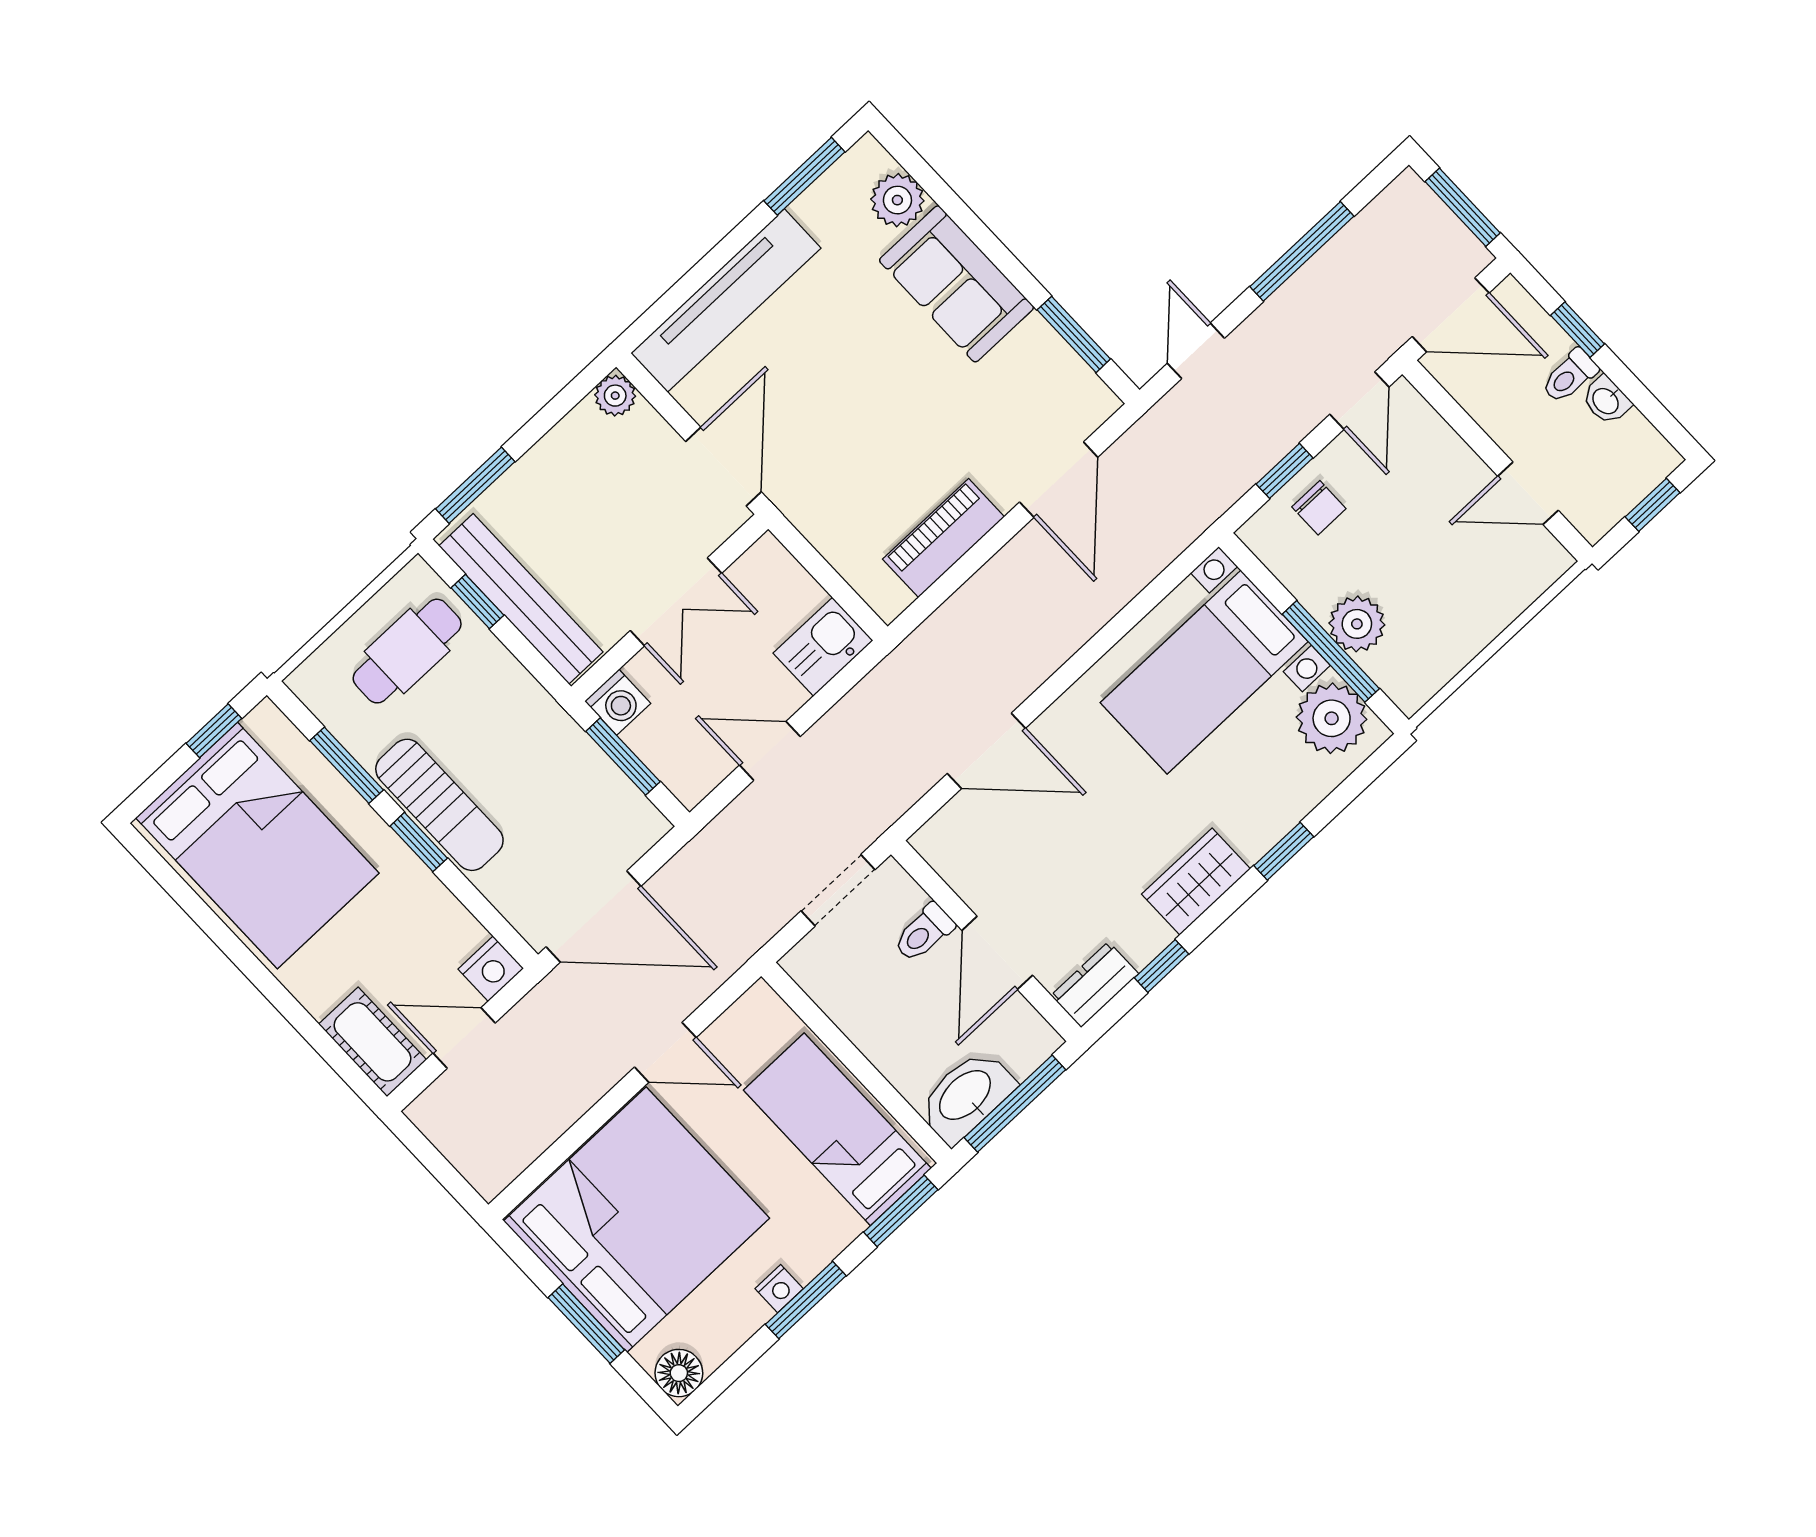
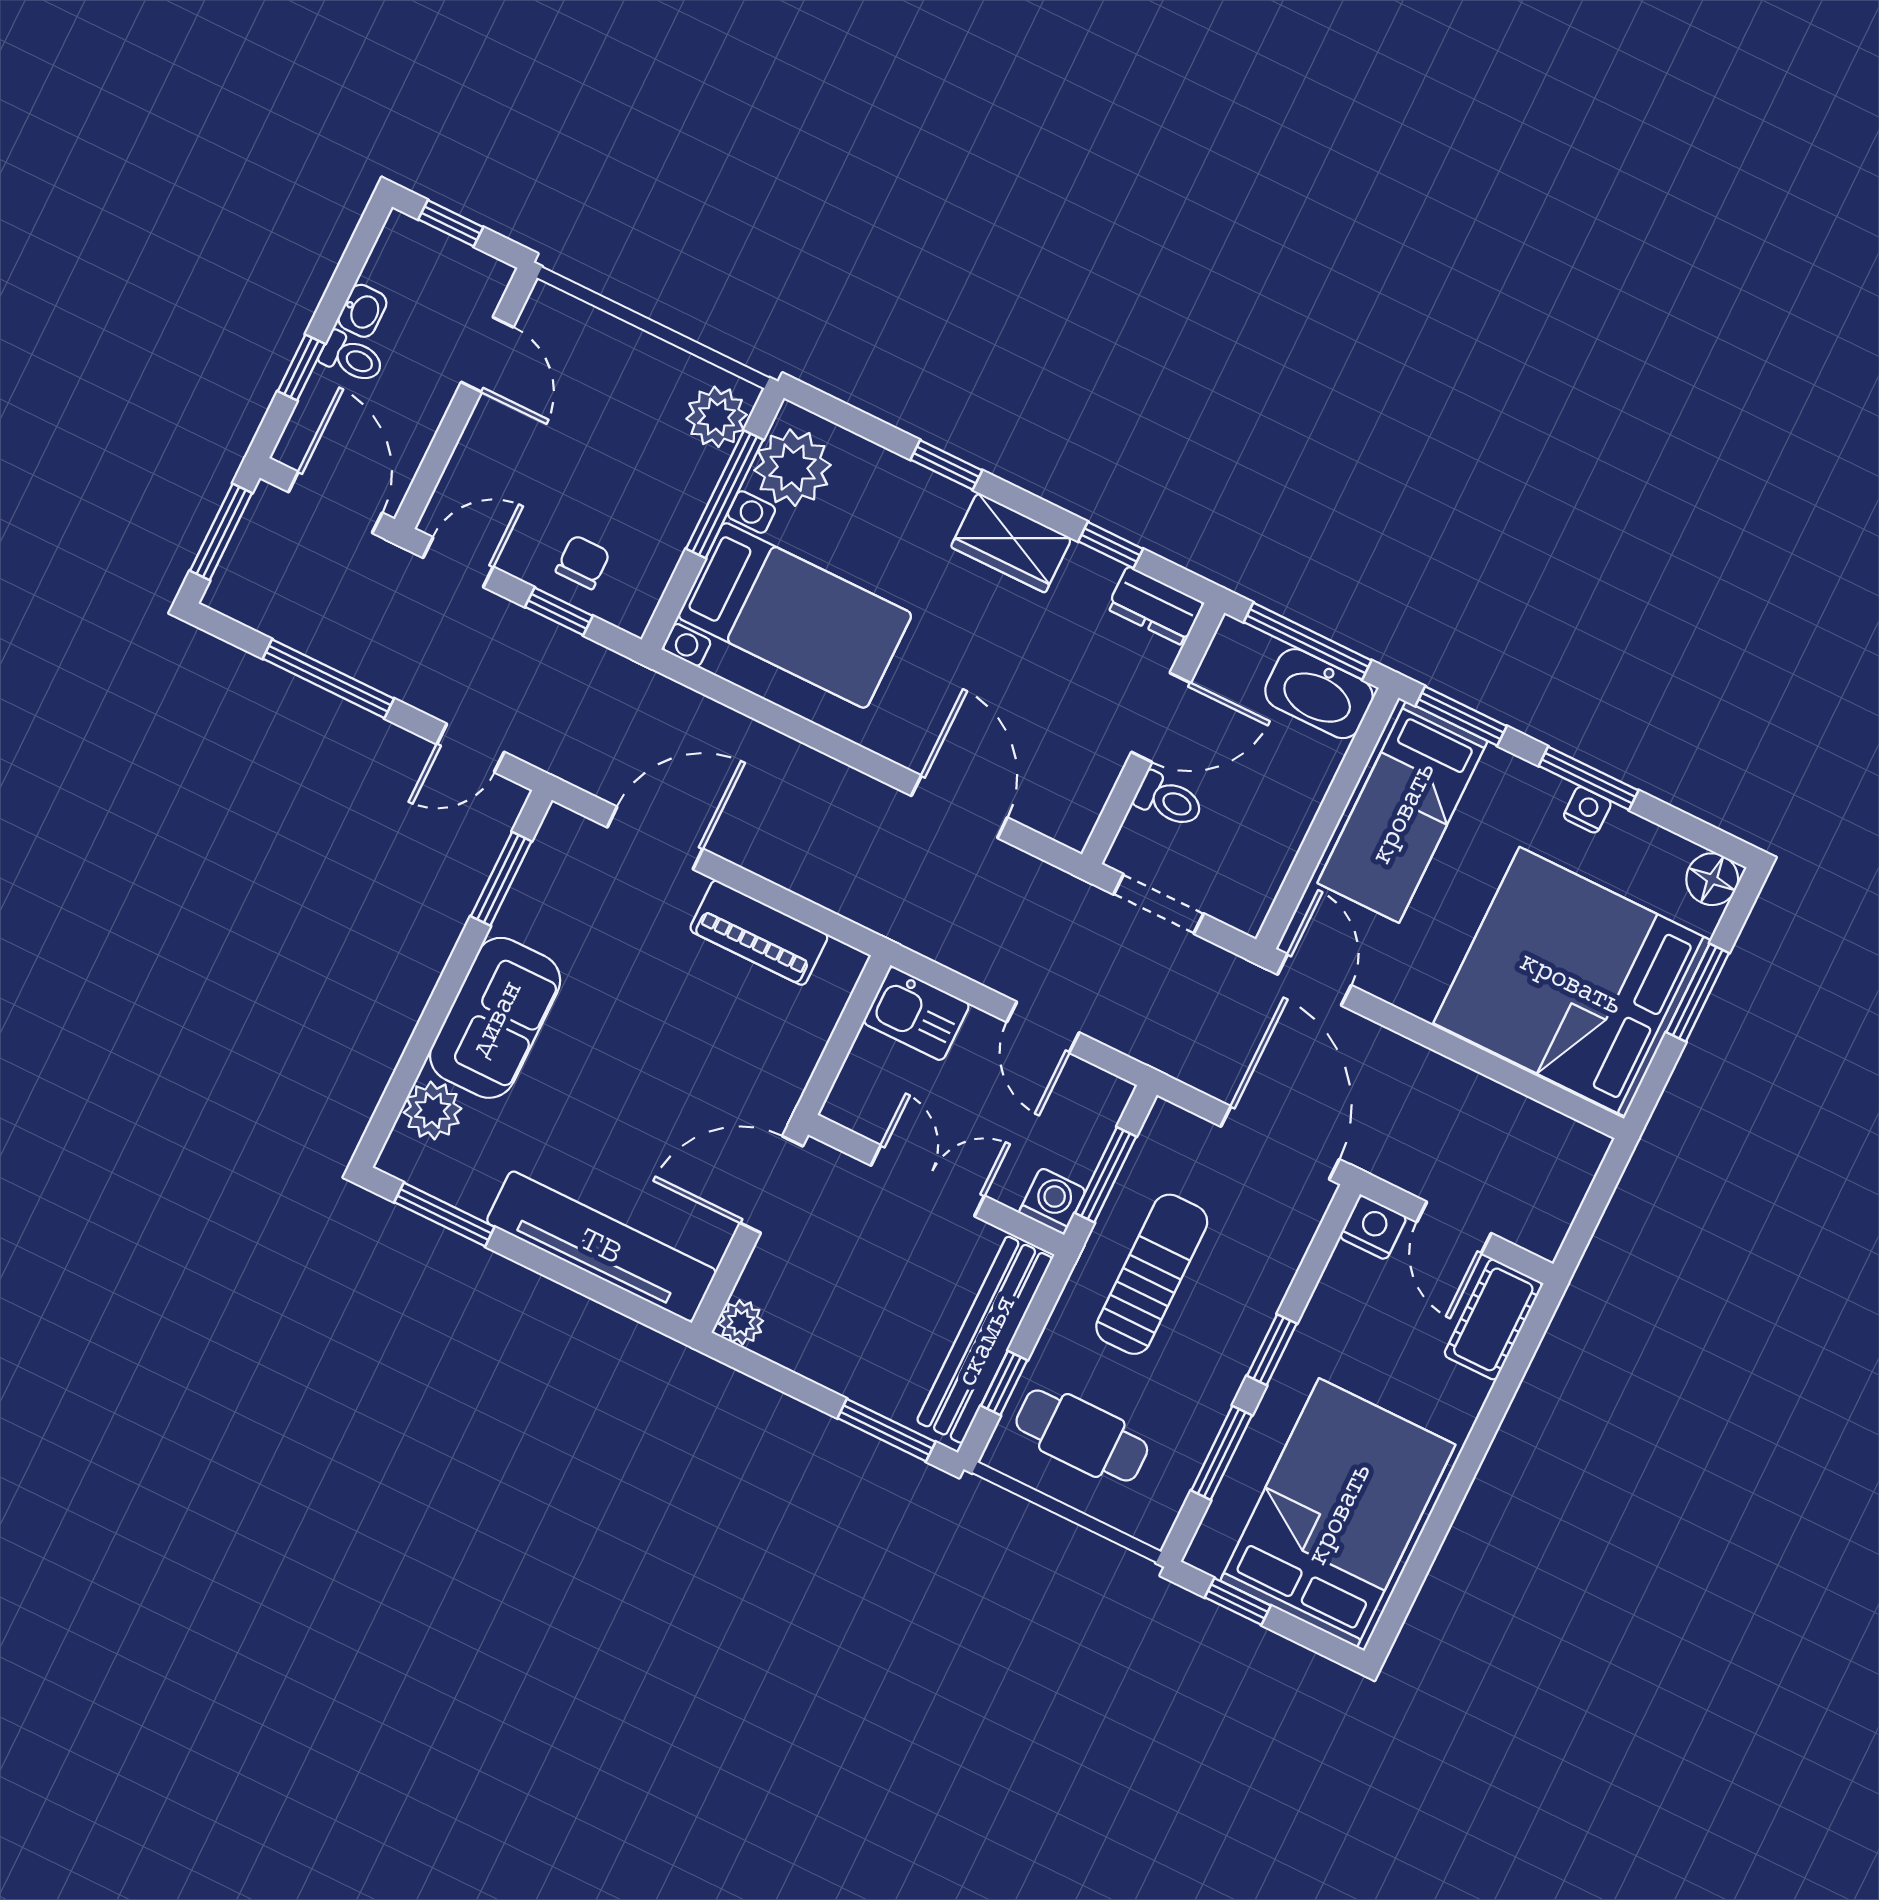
plant: (1357, 624) -> (717, 417), moved
sun lounger: (439, 805) -> (1152, 1274), moved
door: (665, 1052) -> (1314, 980), moved

